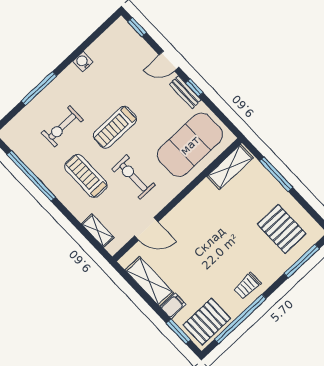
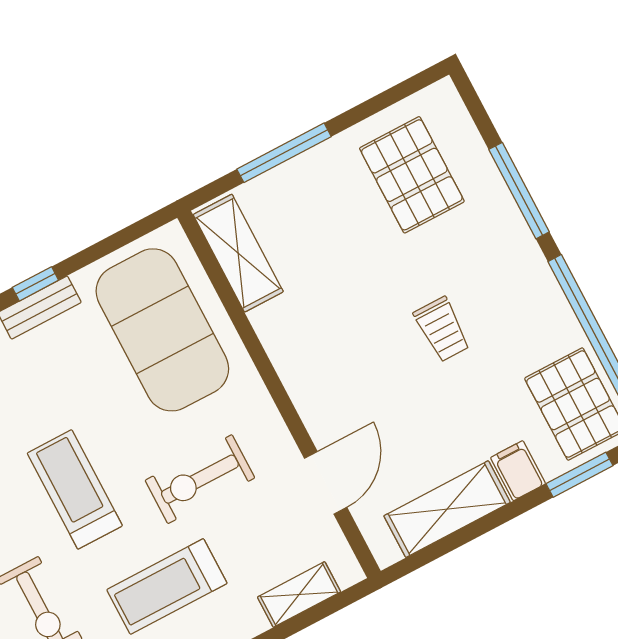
treadmill: (115, 127) -> (75, 489), turned 180
pallet: (282, 229) -> (412, 175), turned 90
window: (302, 261) -> (519, 191), moved
trolley: (247, 286) -> (442, 329), moved

